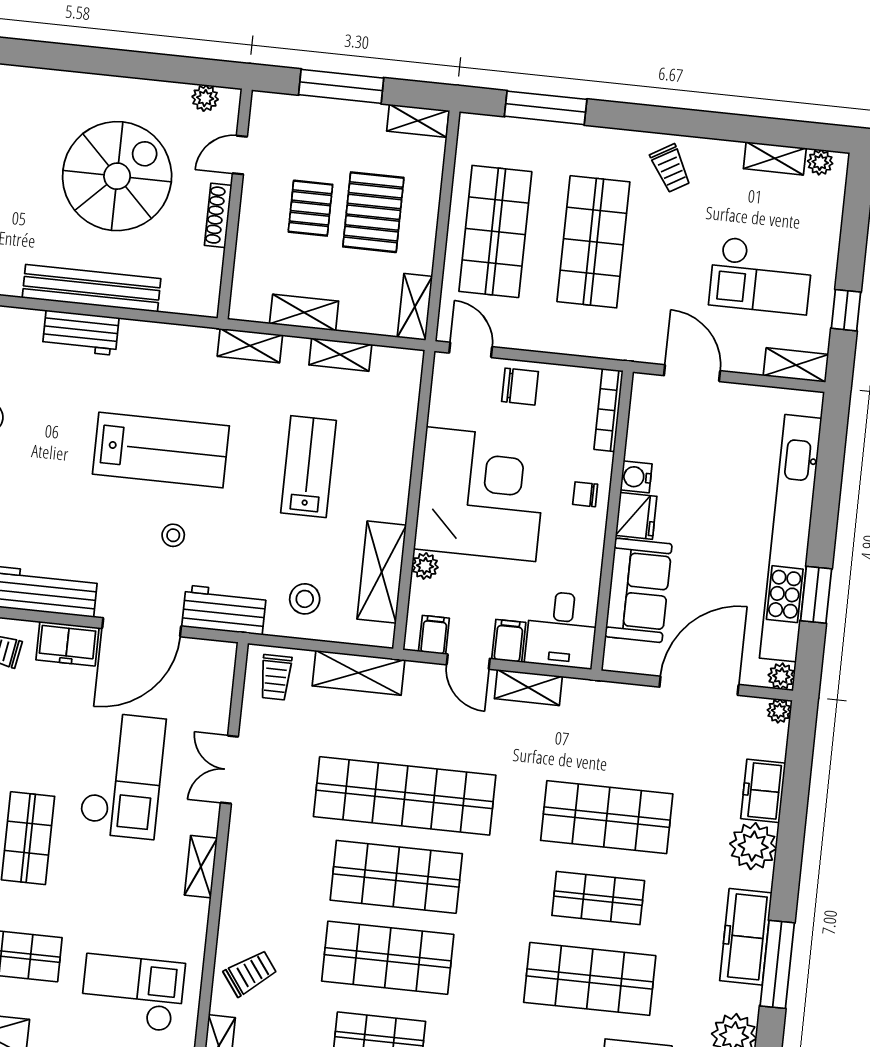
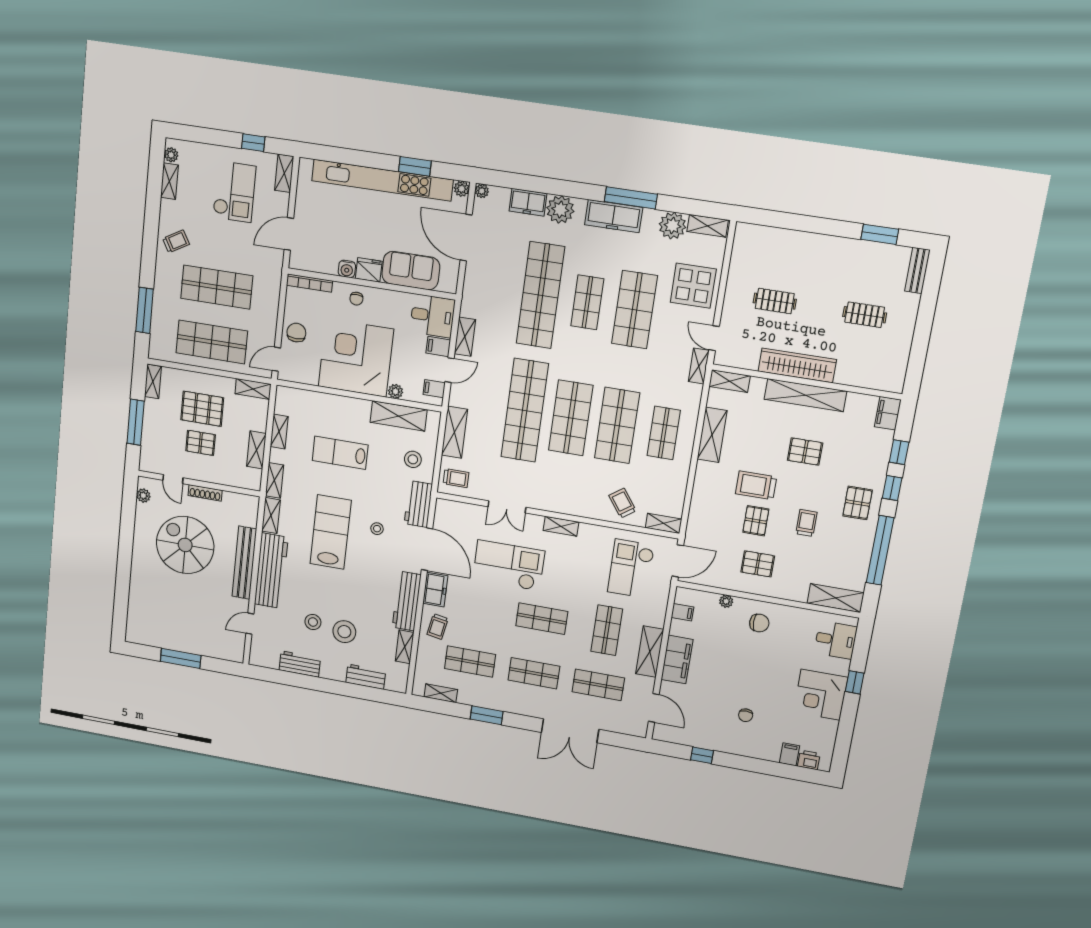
workbench: (81, 333) -> (271, 571), width x1.88, depth x1.32
shelving: (184, 339) -> (271, 515), added
shop shelf: (607, 817) -> (540, 295), width x1.40

